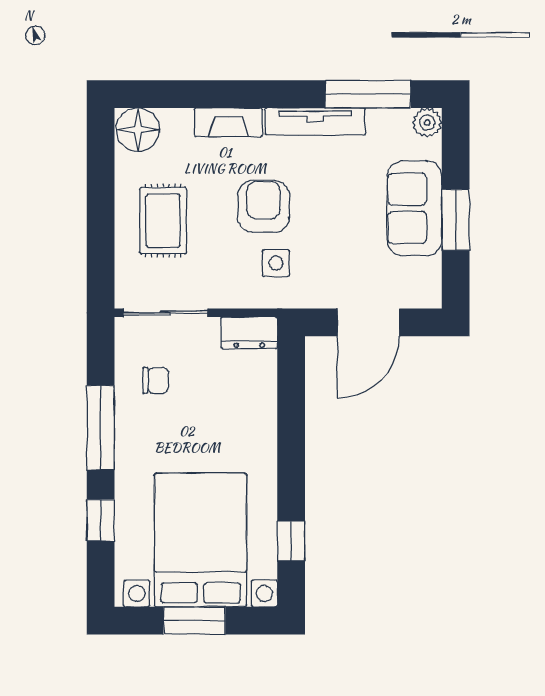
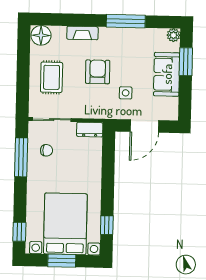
window: (368, 94) -> (126, 21), moved
tv unit: (315, 121) -> (122, 34), removed
window: (456, 220) -> (186, 62), moved
side table: (276, 263) -> (126, 93), moved
window: (101, 428) -> (21, 157), moved
window: (101, 520) -> (19, 232), moved

